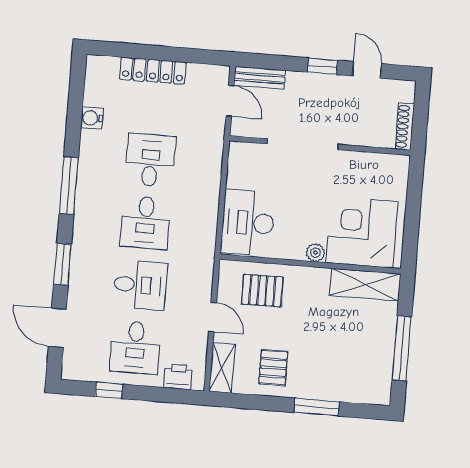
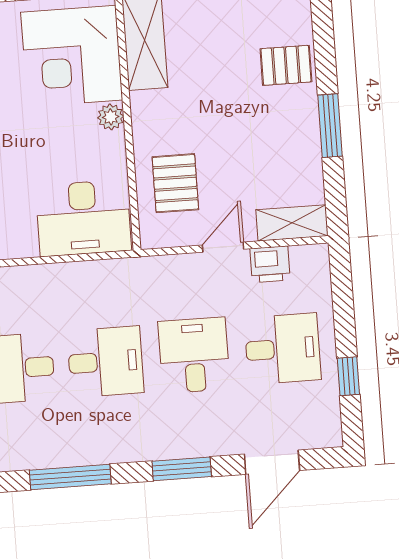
pallet: (273, 368) -> (286, 65), moved
printer: (178, 377) -> (270, 264), moved, turned -90
window: (317, 407) -> (330, 126), moved

